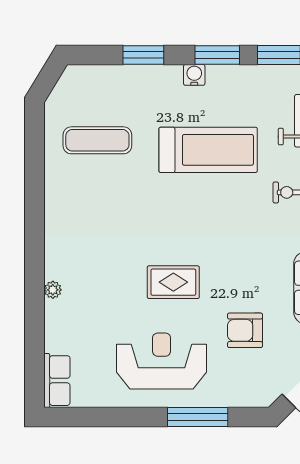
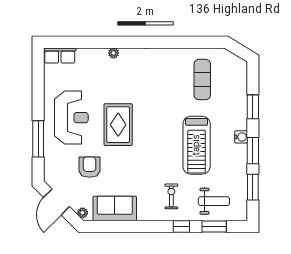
rug: (173, 282) -> (118, 125), width x1.36, depth x1.43

